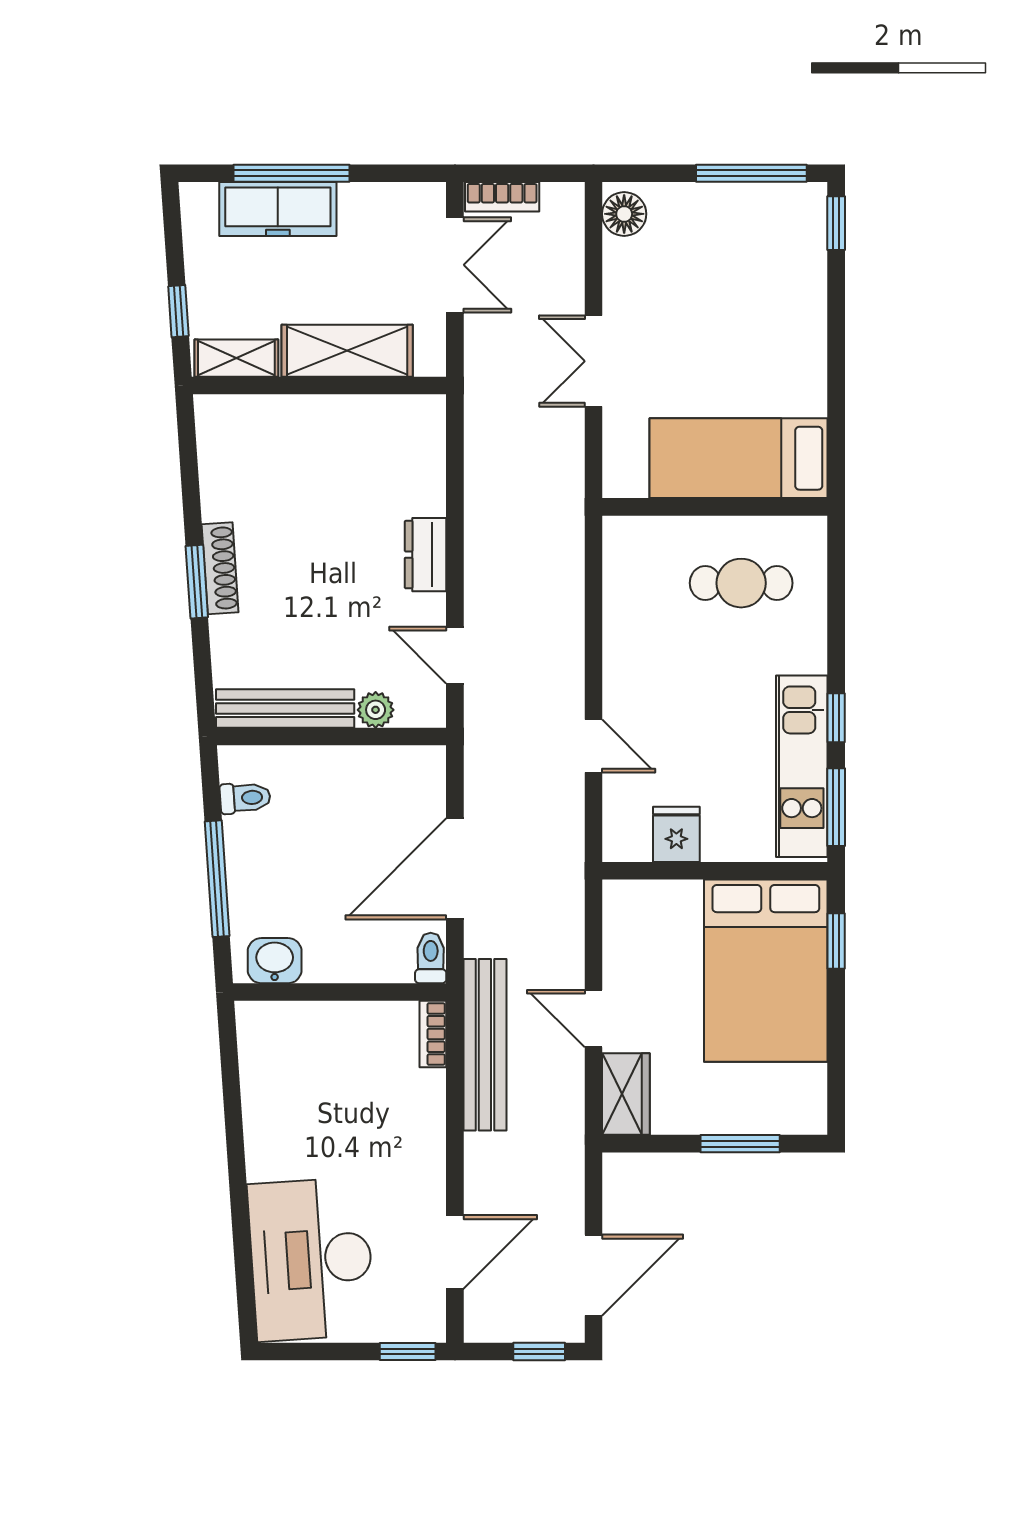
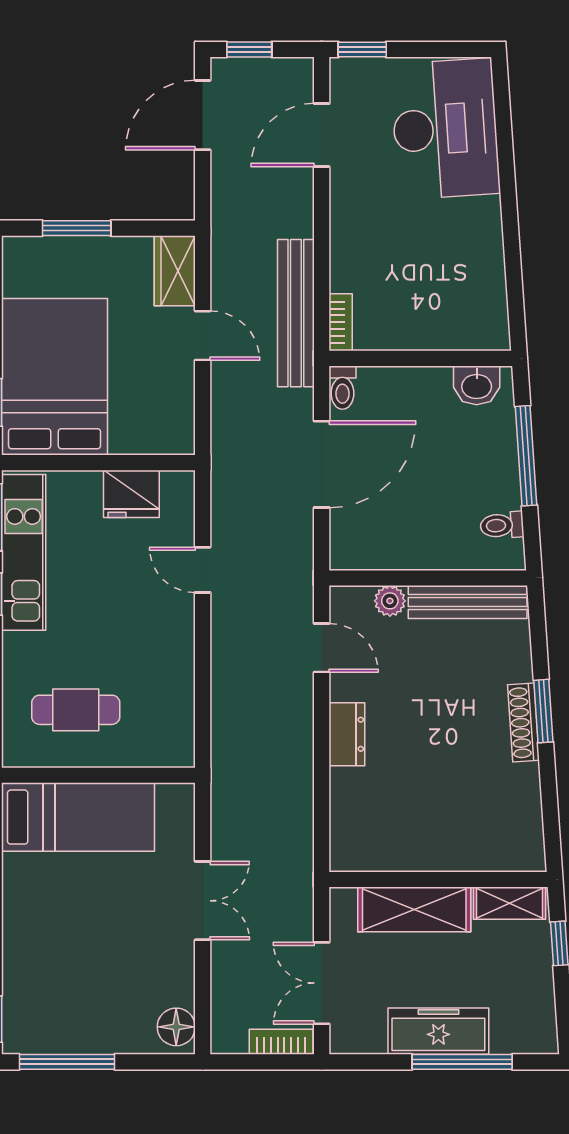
freezer: (278, 209) -> (438, 1031), moved
fridge: (676, 834) -> (131, 494), width x1.38

